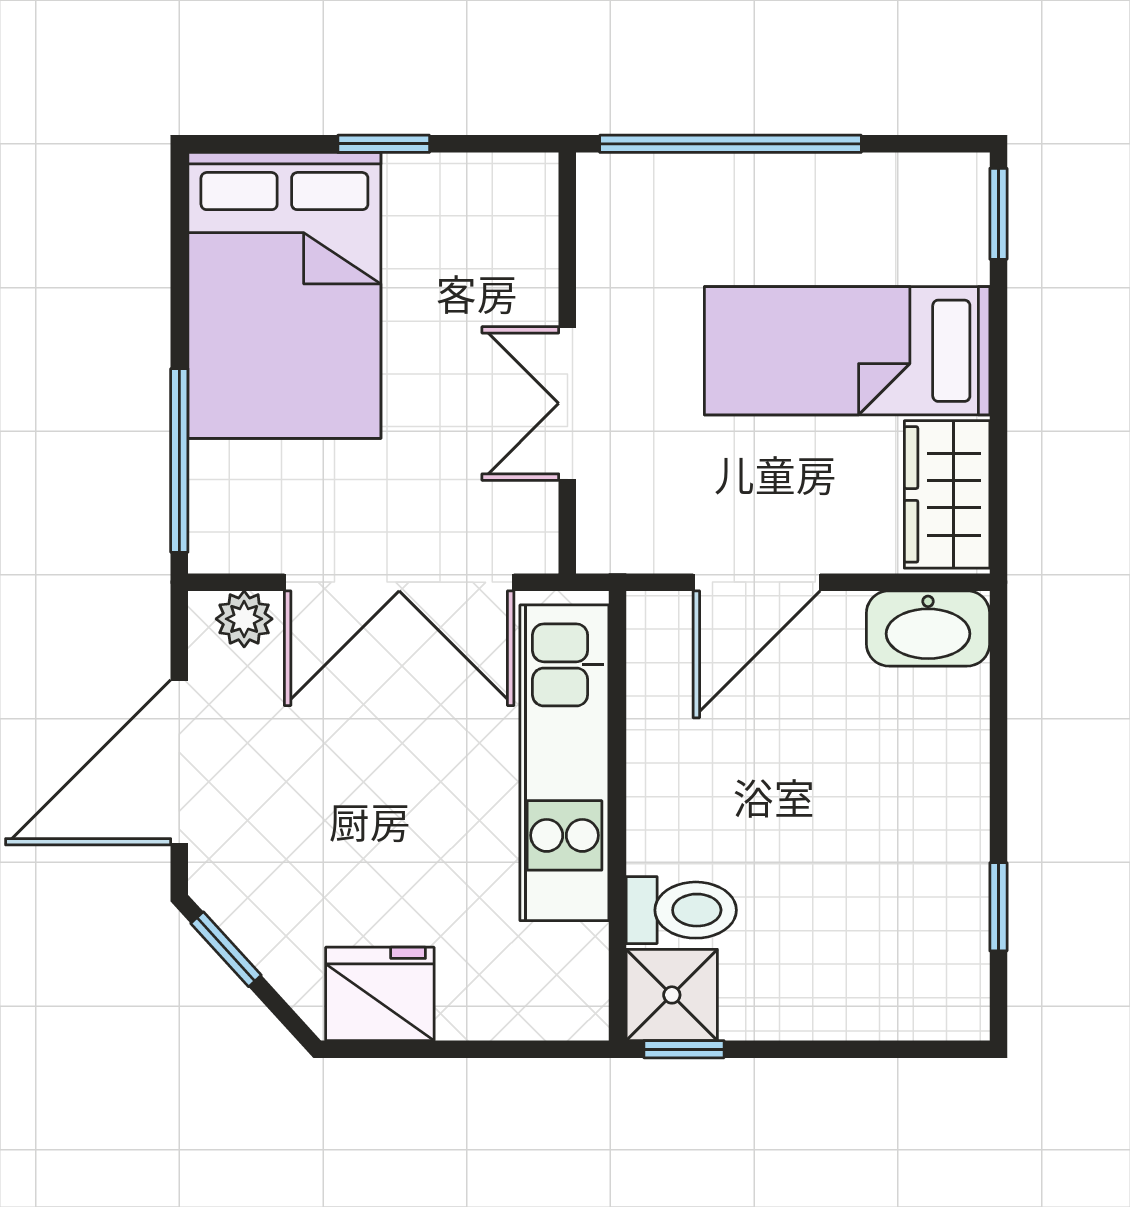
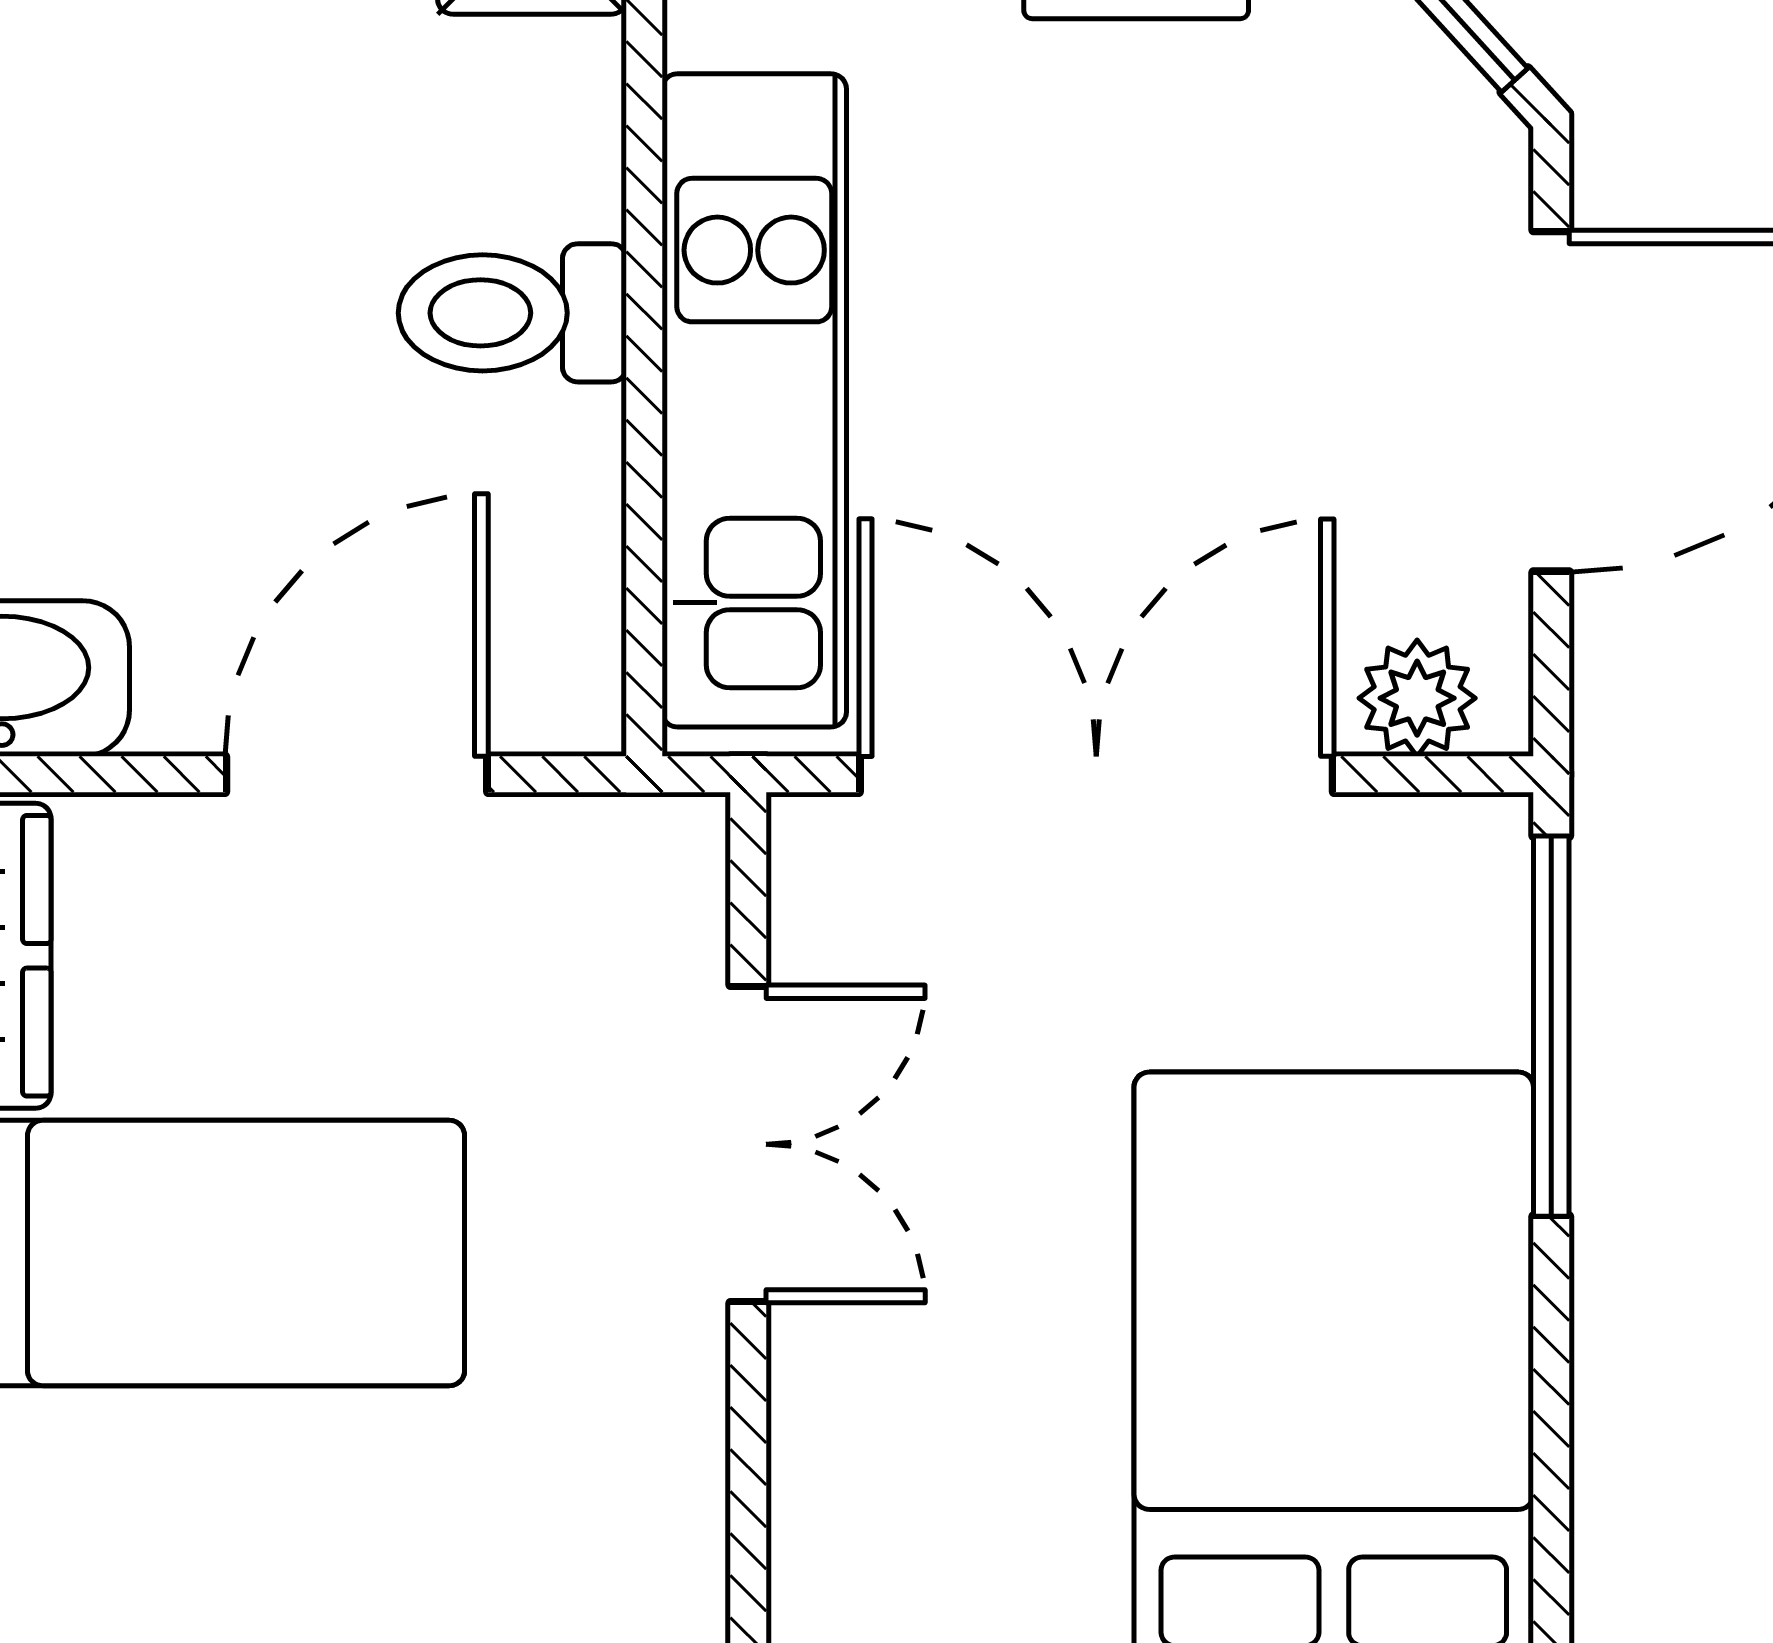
toilet: (681, 910) -> (512, 313), moved

